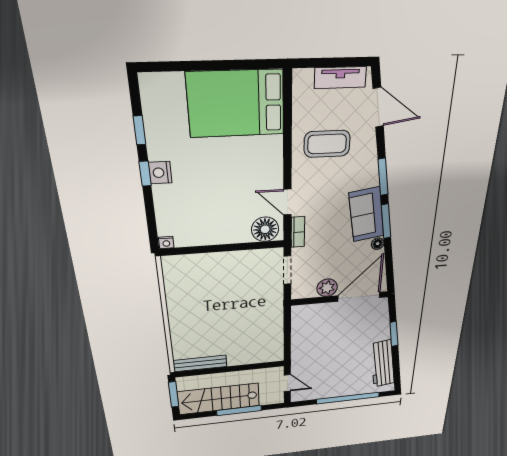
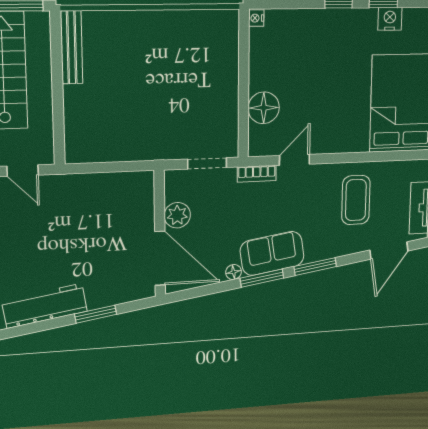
nightstand: (160, 173) -> (390, 19), moved
floor lamp: (265, 229) -> (264, 108), moved
door: (287, 383) -> (23, 171), hinge flipped

